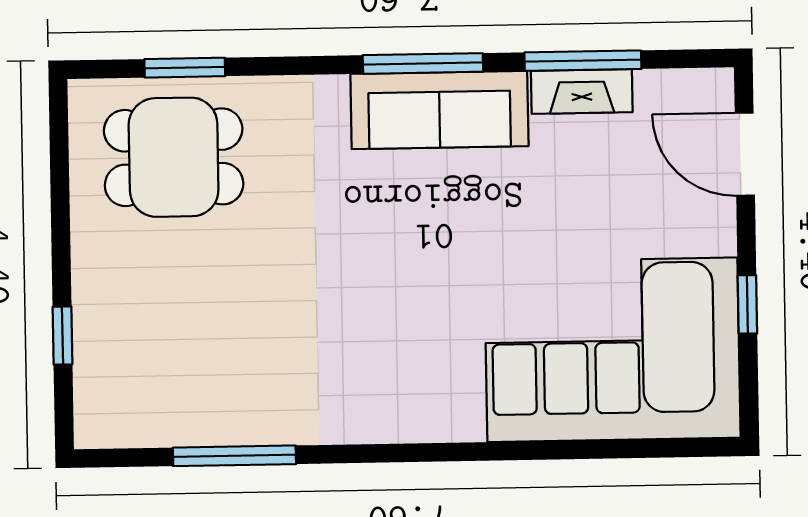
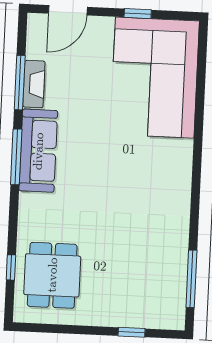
window: (185, 68) -> (11, 267), width x0.67
window: (234, 456) -> (191, 279), moved

